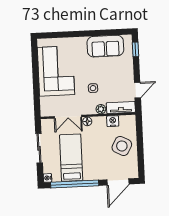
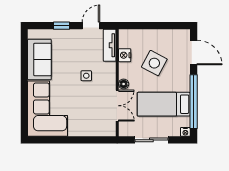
window: (135, 49) -> (61, 26), moved
corner sofa: (56, 71) -> (48, 109), moved, turned 90
door: (137, 90) -> (91, 26), hinge flipped
plant: (101, 109) -> (110, 68), removed
side table: (122, 146) -> (154, 63), moved

